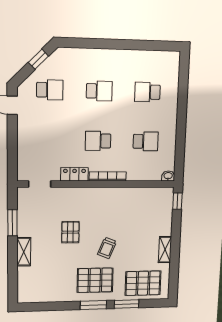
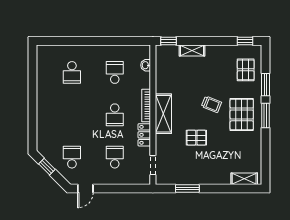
school desk: (99, 91) -> (115, 157), moved
washbasin: (168, 176) -> (146, 65), moved
shelving: (98, 196) -> (163, 114), added
shelving: (165, 250) -> (192, 50), moved
shelving: (24, 252) -> (244, 179), moved
window: (174, 282) -> (245, 41), added
pallet: (143, 283) -> (246, 70), width x0.67, depth x0.71

